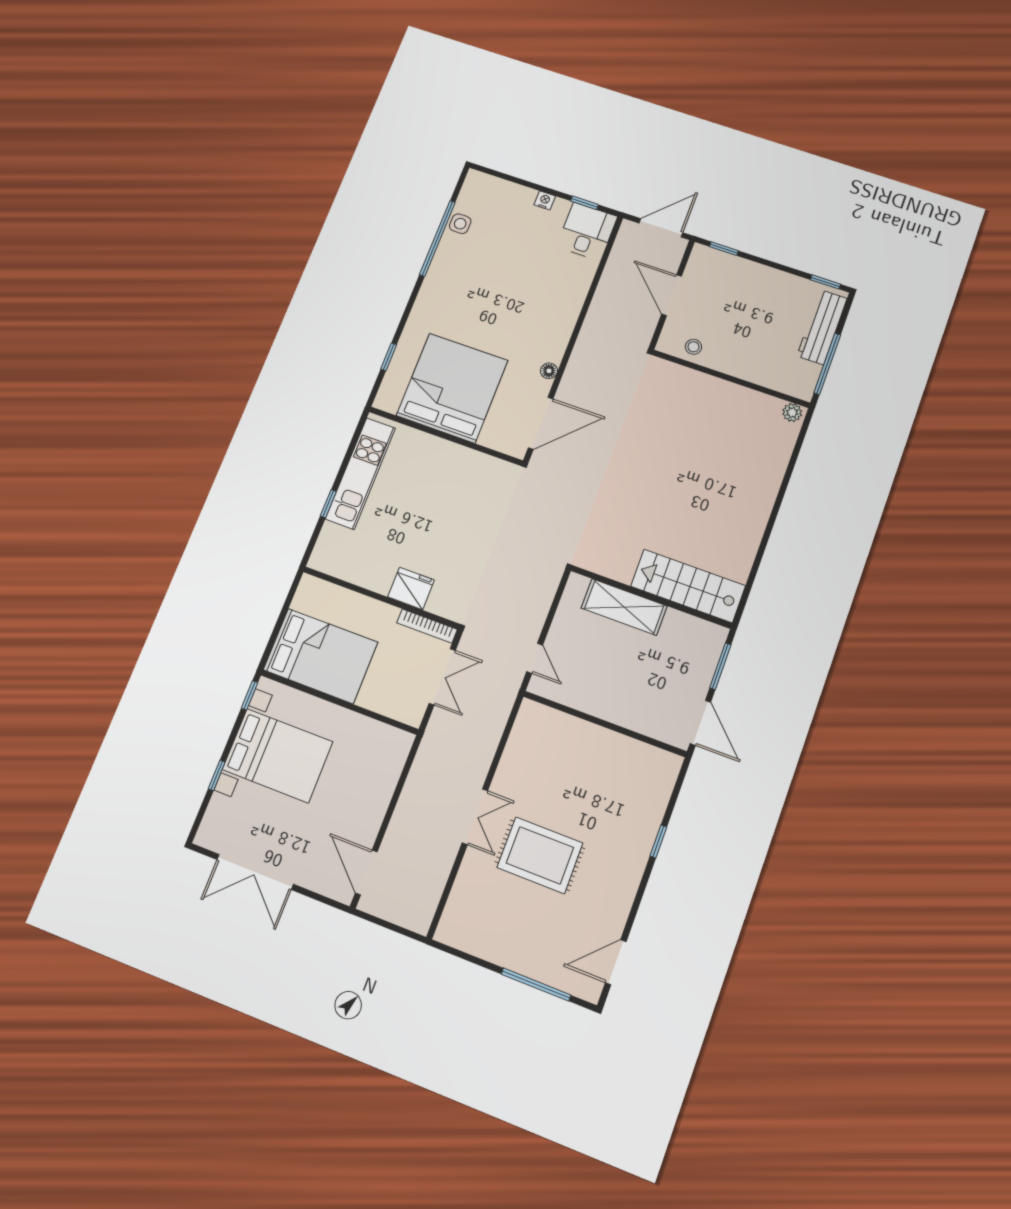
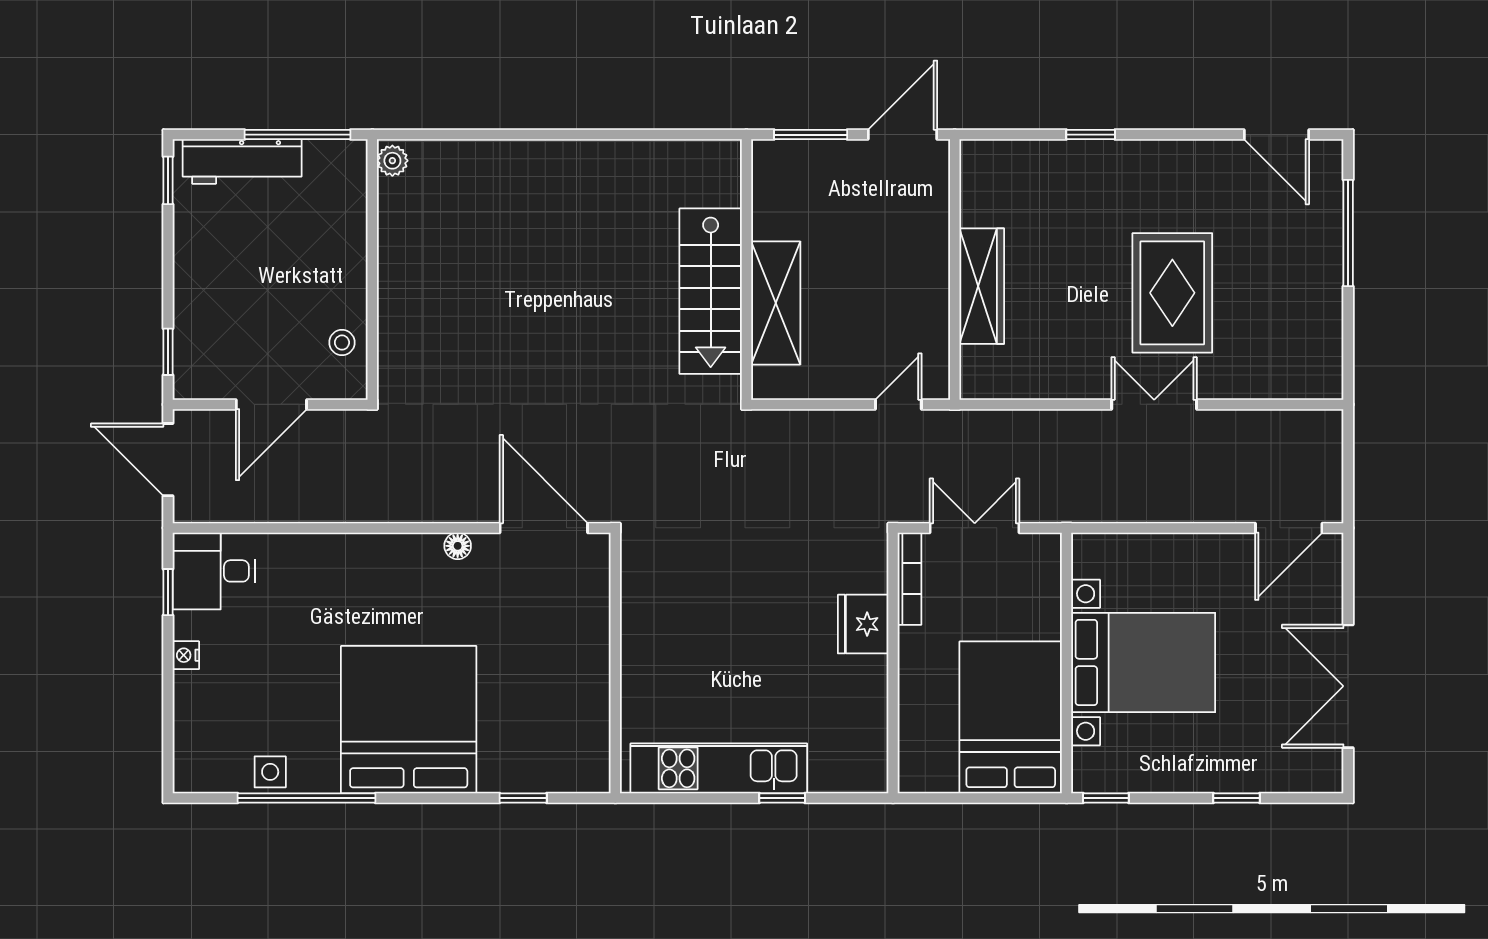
bed: (452, 388) -> (409, 720), moved, turned 90
stairs: (688, 586) -> (711, 291), moved
wardrobe: (588, 737) -> (982, 286), added
bed with nightstands: (278, 756) -> (1143, 662), moved, turned 90
double door: (255, 872) -> (1348, 686), swing flipped

